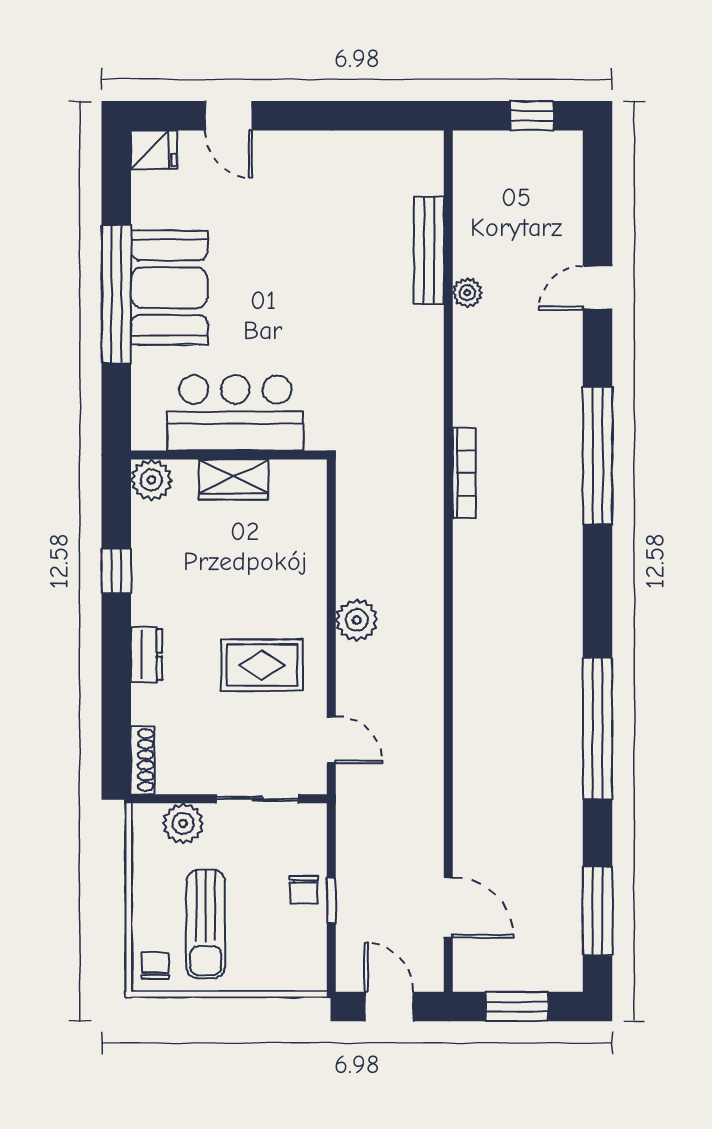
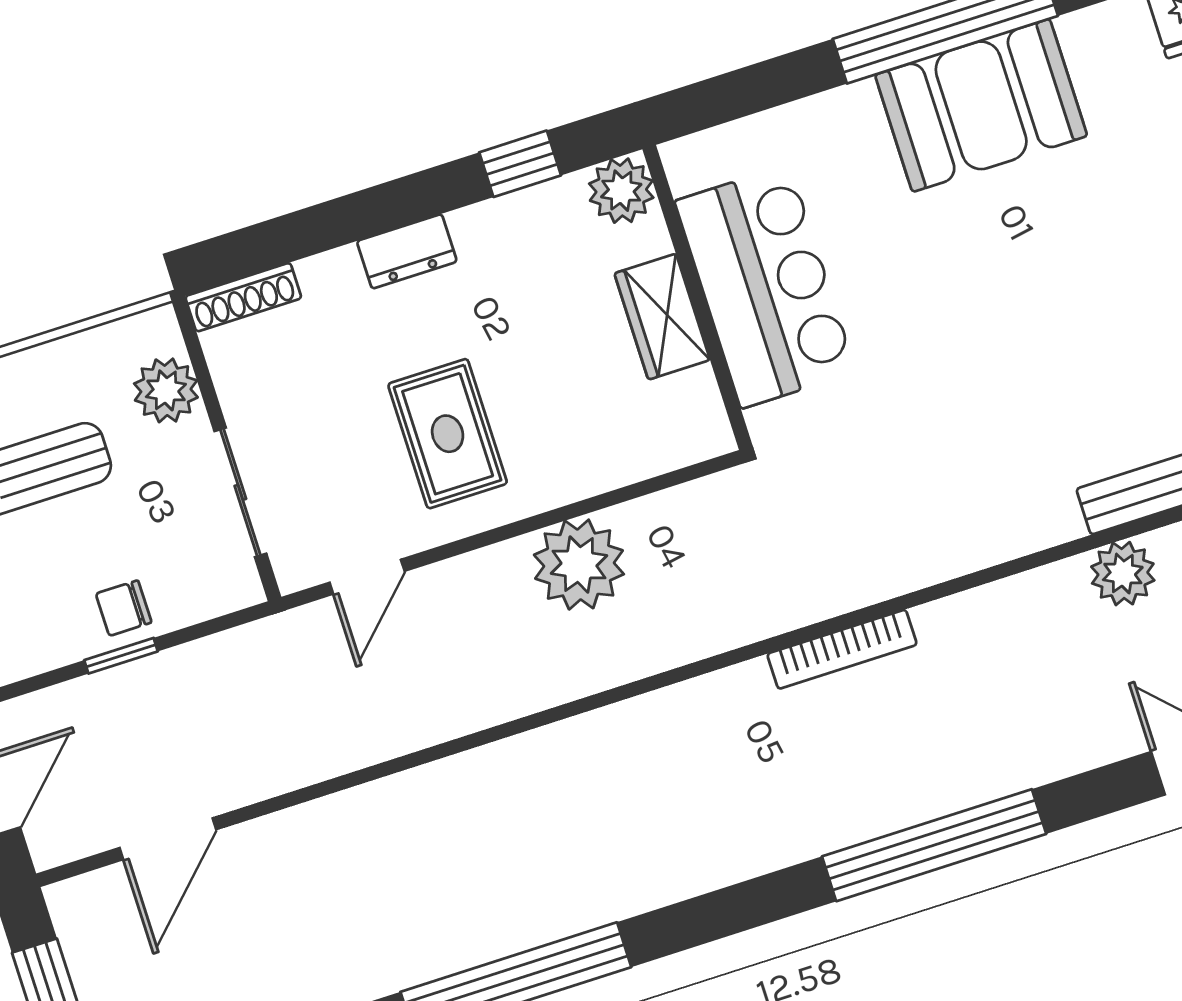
plant: (467, 293) -> (1123, 574), width x1.38, depth x1.38
bar counter: (235, 413) -> (765, 287), moved
wall: (229, 455) -> (698, 297), moved
plant: (151, 480) -> (621, 191), moved
wardrobe: (234, 480) -> (662, 317), moved
plant: (357, 620) -> (579, 565), width x1.36, depth x1.36

